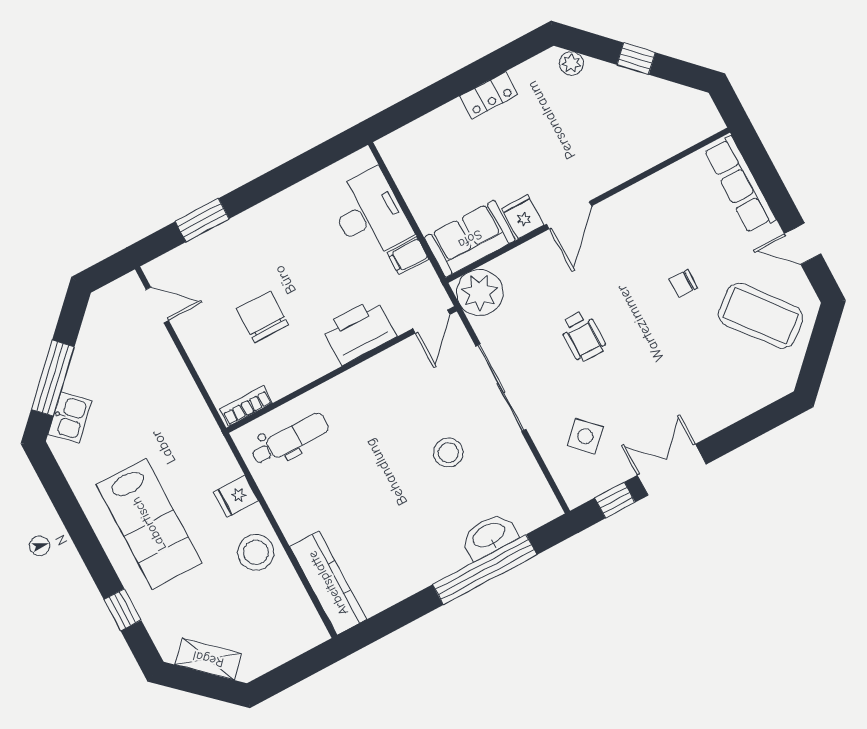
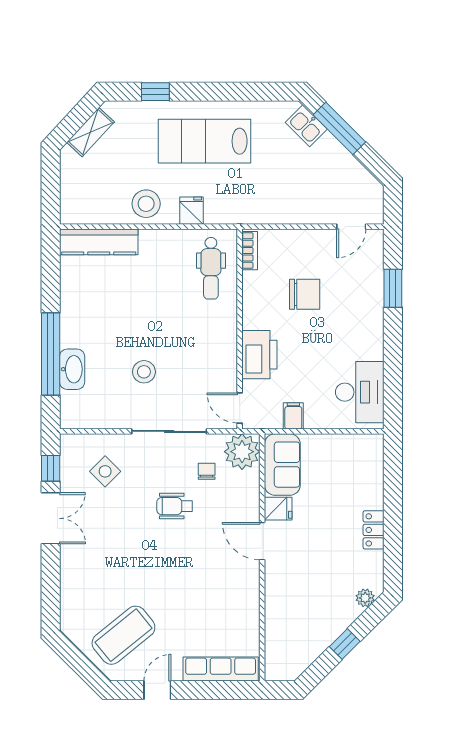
desk: (370, 214) -> (360, 392), moved, turned -90
chair: (683, 283) -> (207, 471), moved

